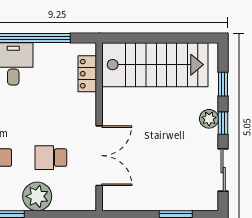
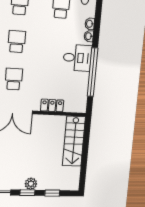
stairs: (155, 65) -> (74, 141), width x0.73, depth x0.66
locker: (87, 74) -> (52, 105), moved

